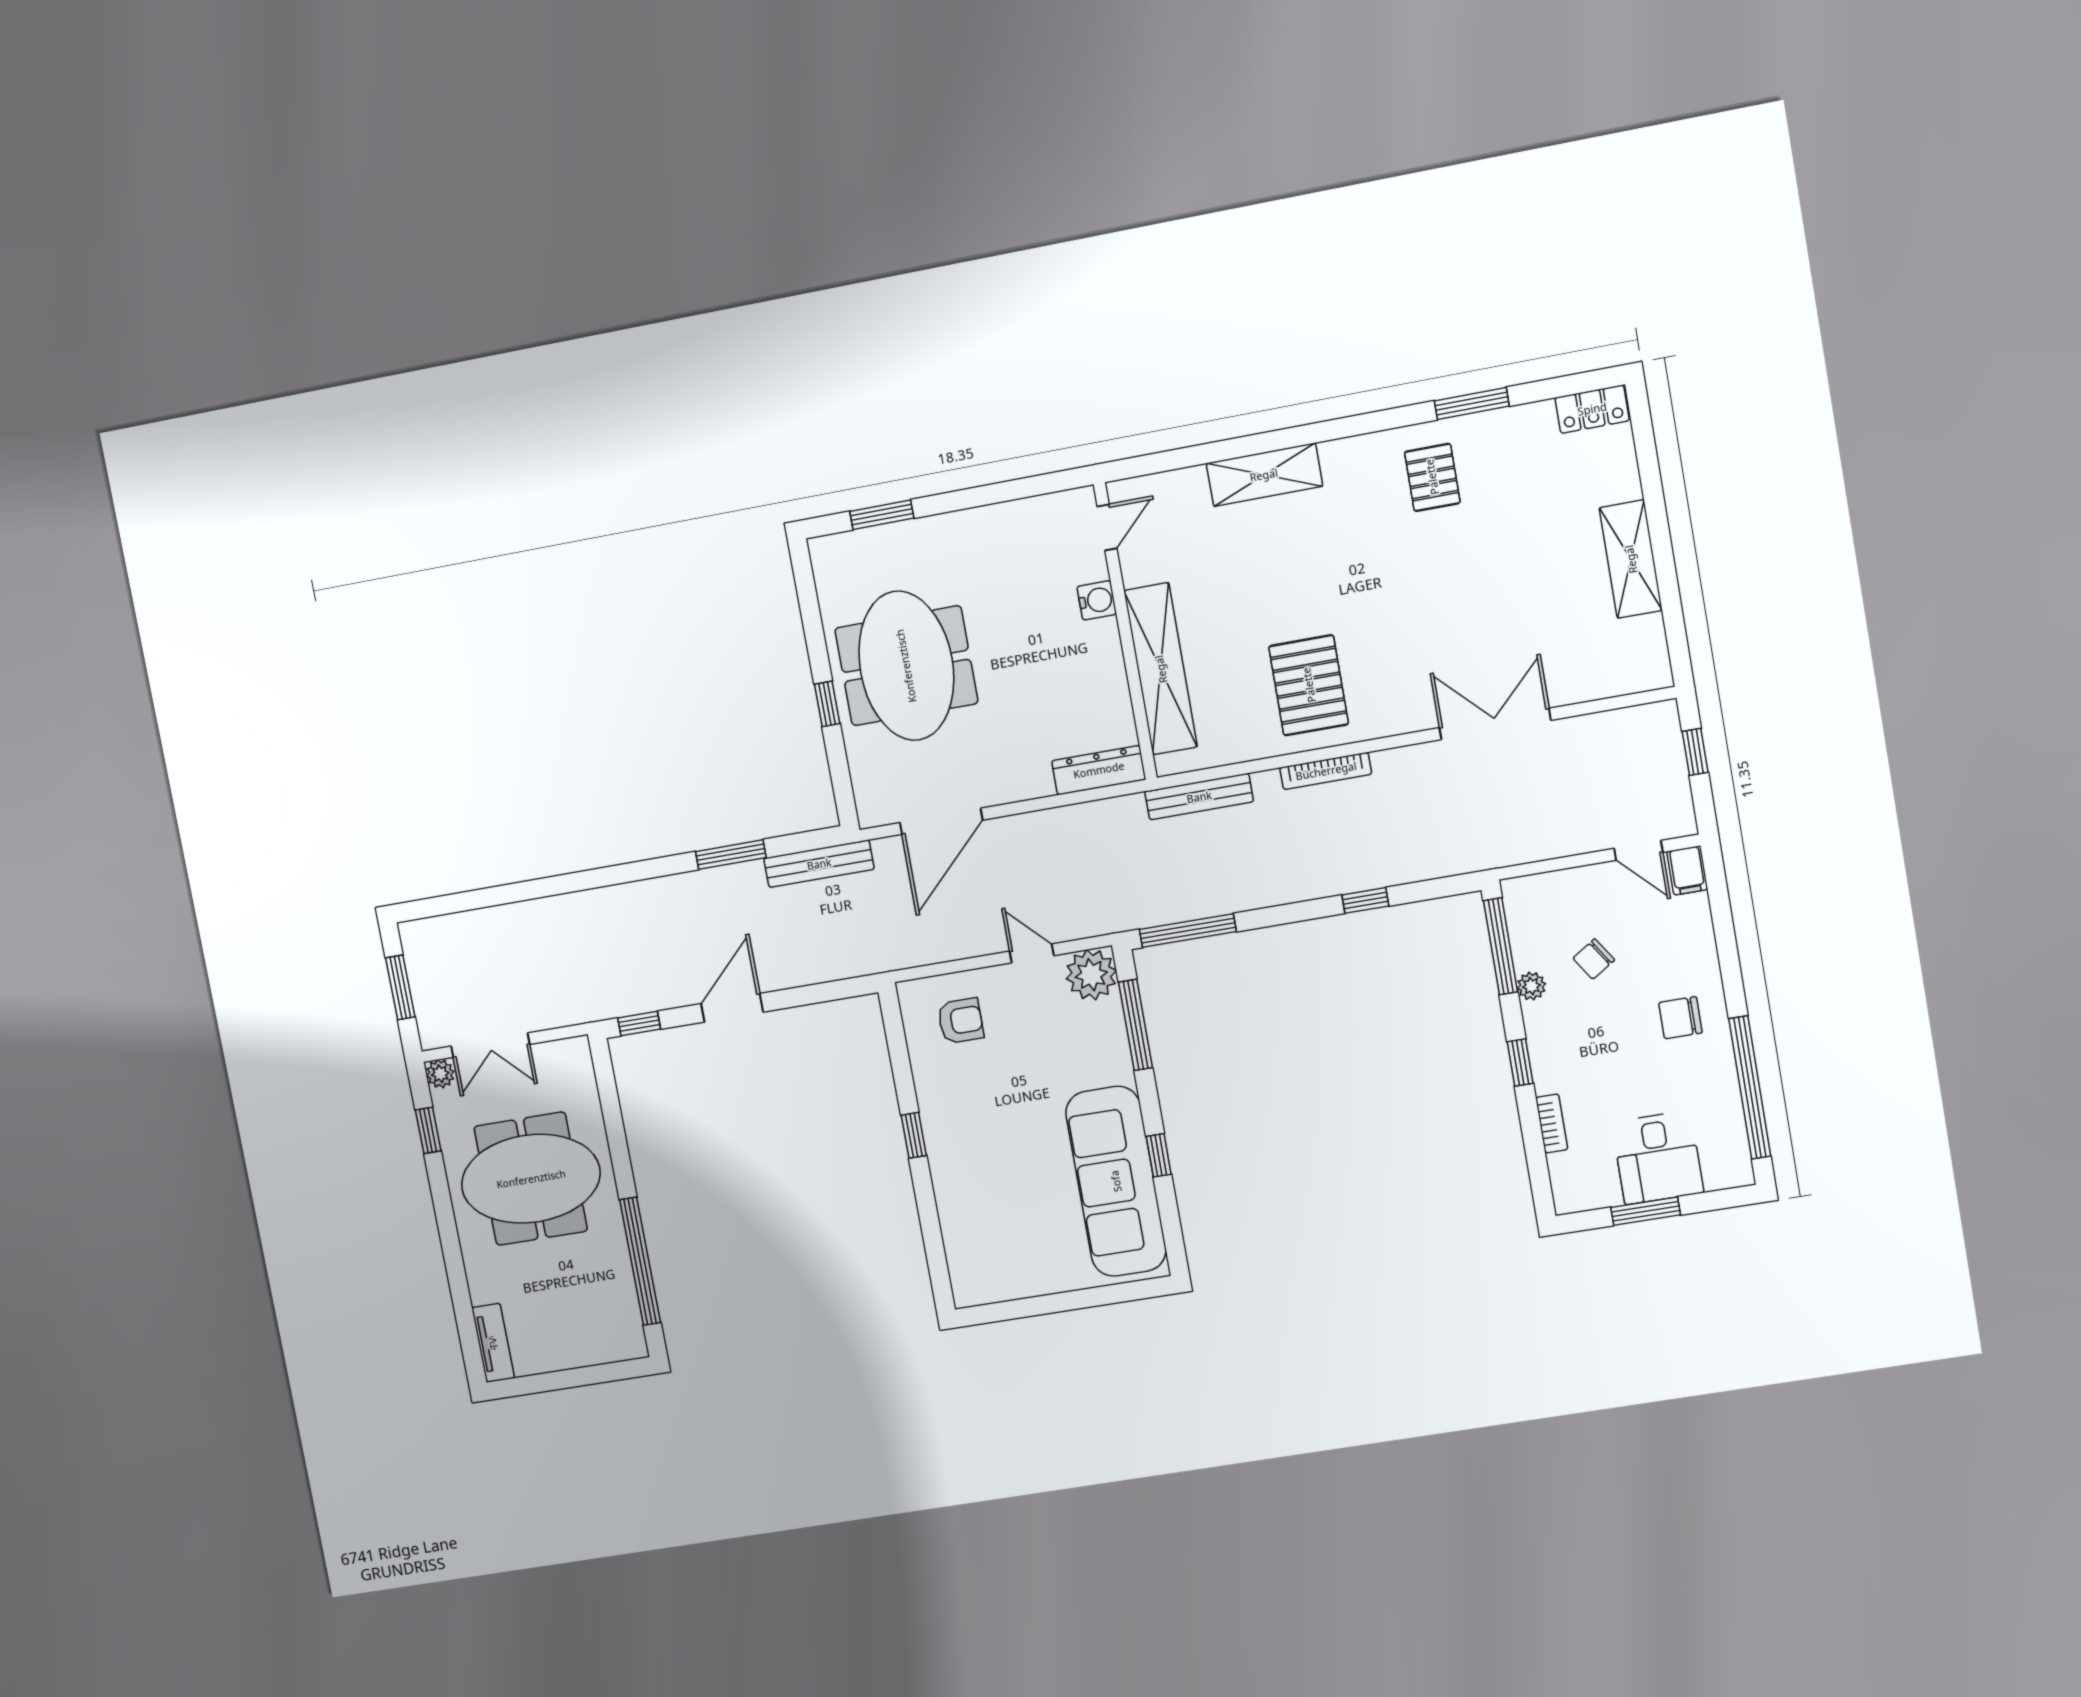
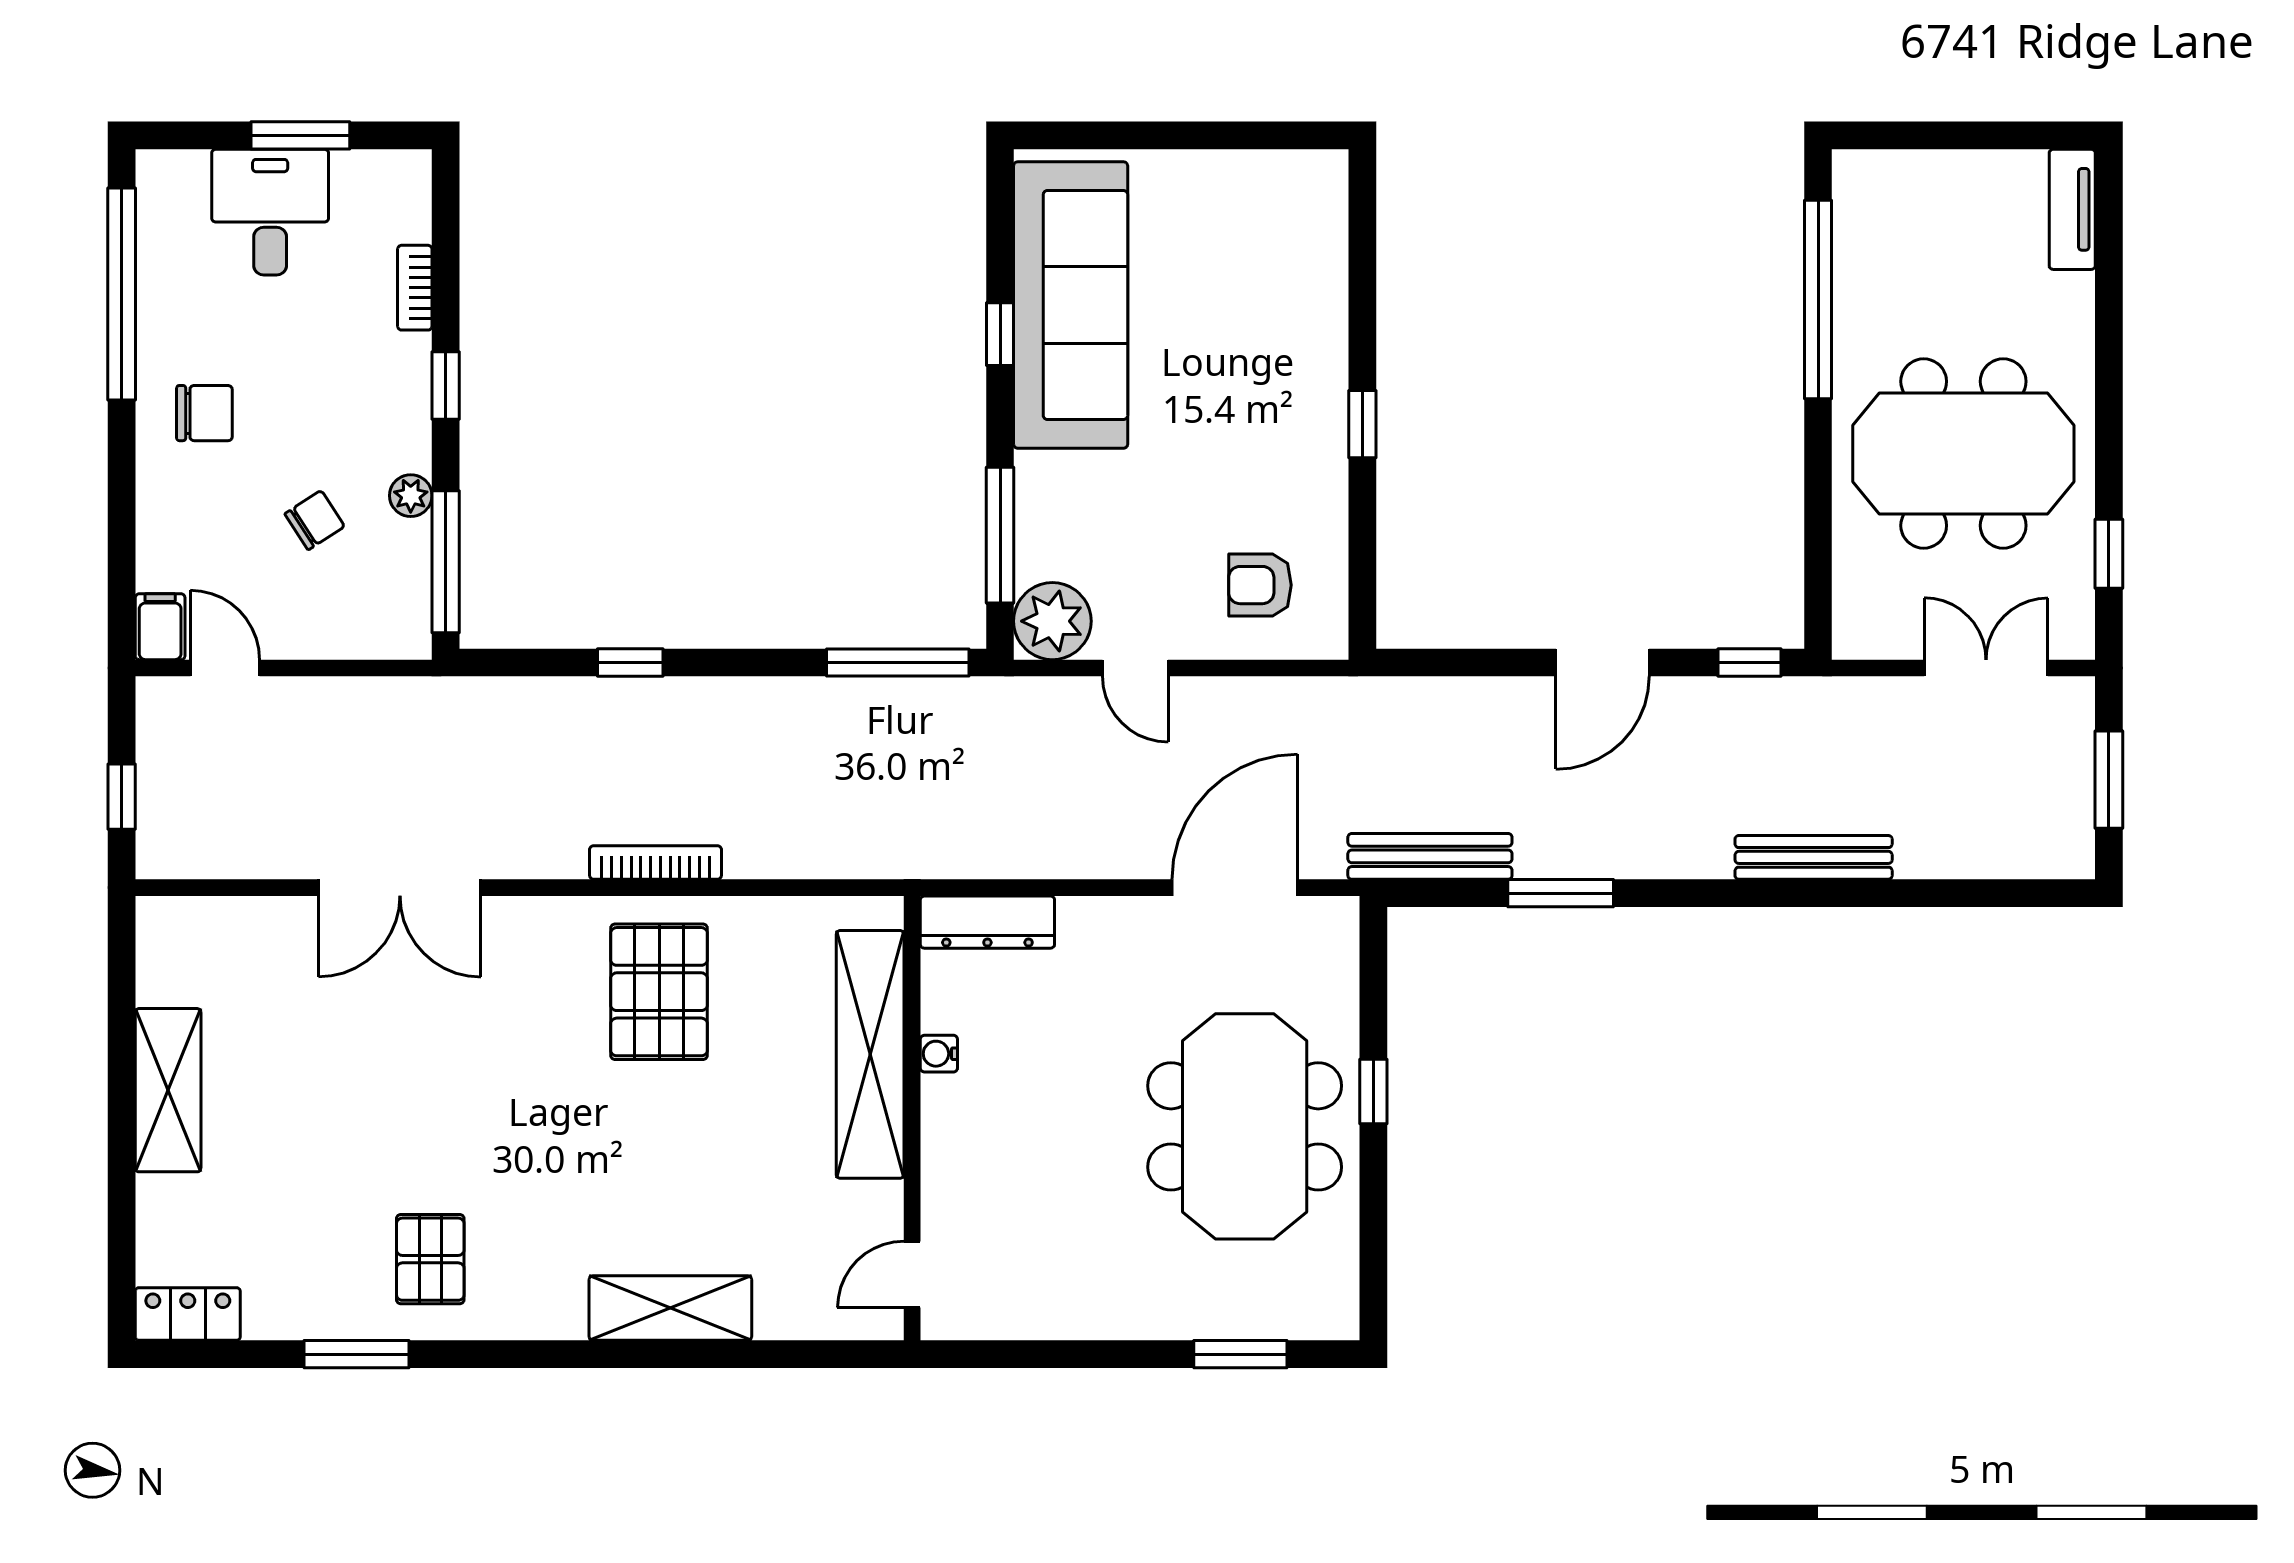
water cooler: (1097, 600) -> (939, 1054), moved, width x0.72, depth x0.72
bench: (1199, 797) -> (1814, 857), moved
plant: (440, 1074) -> (2073, 637), removed

